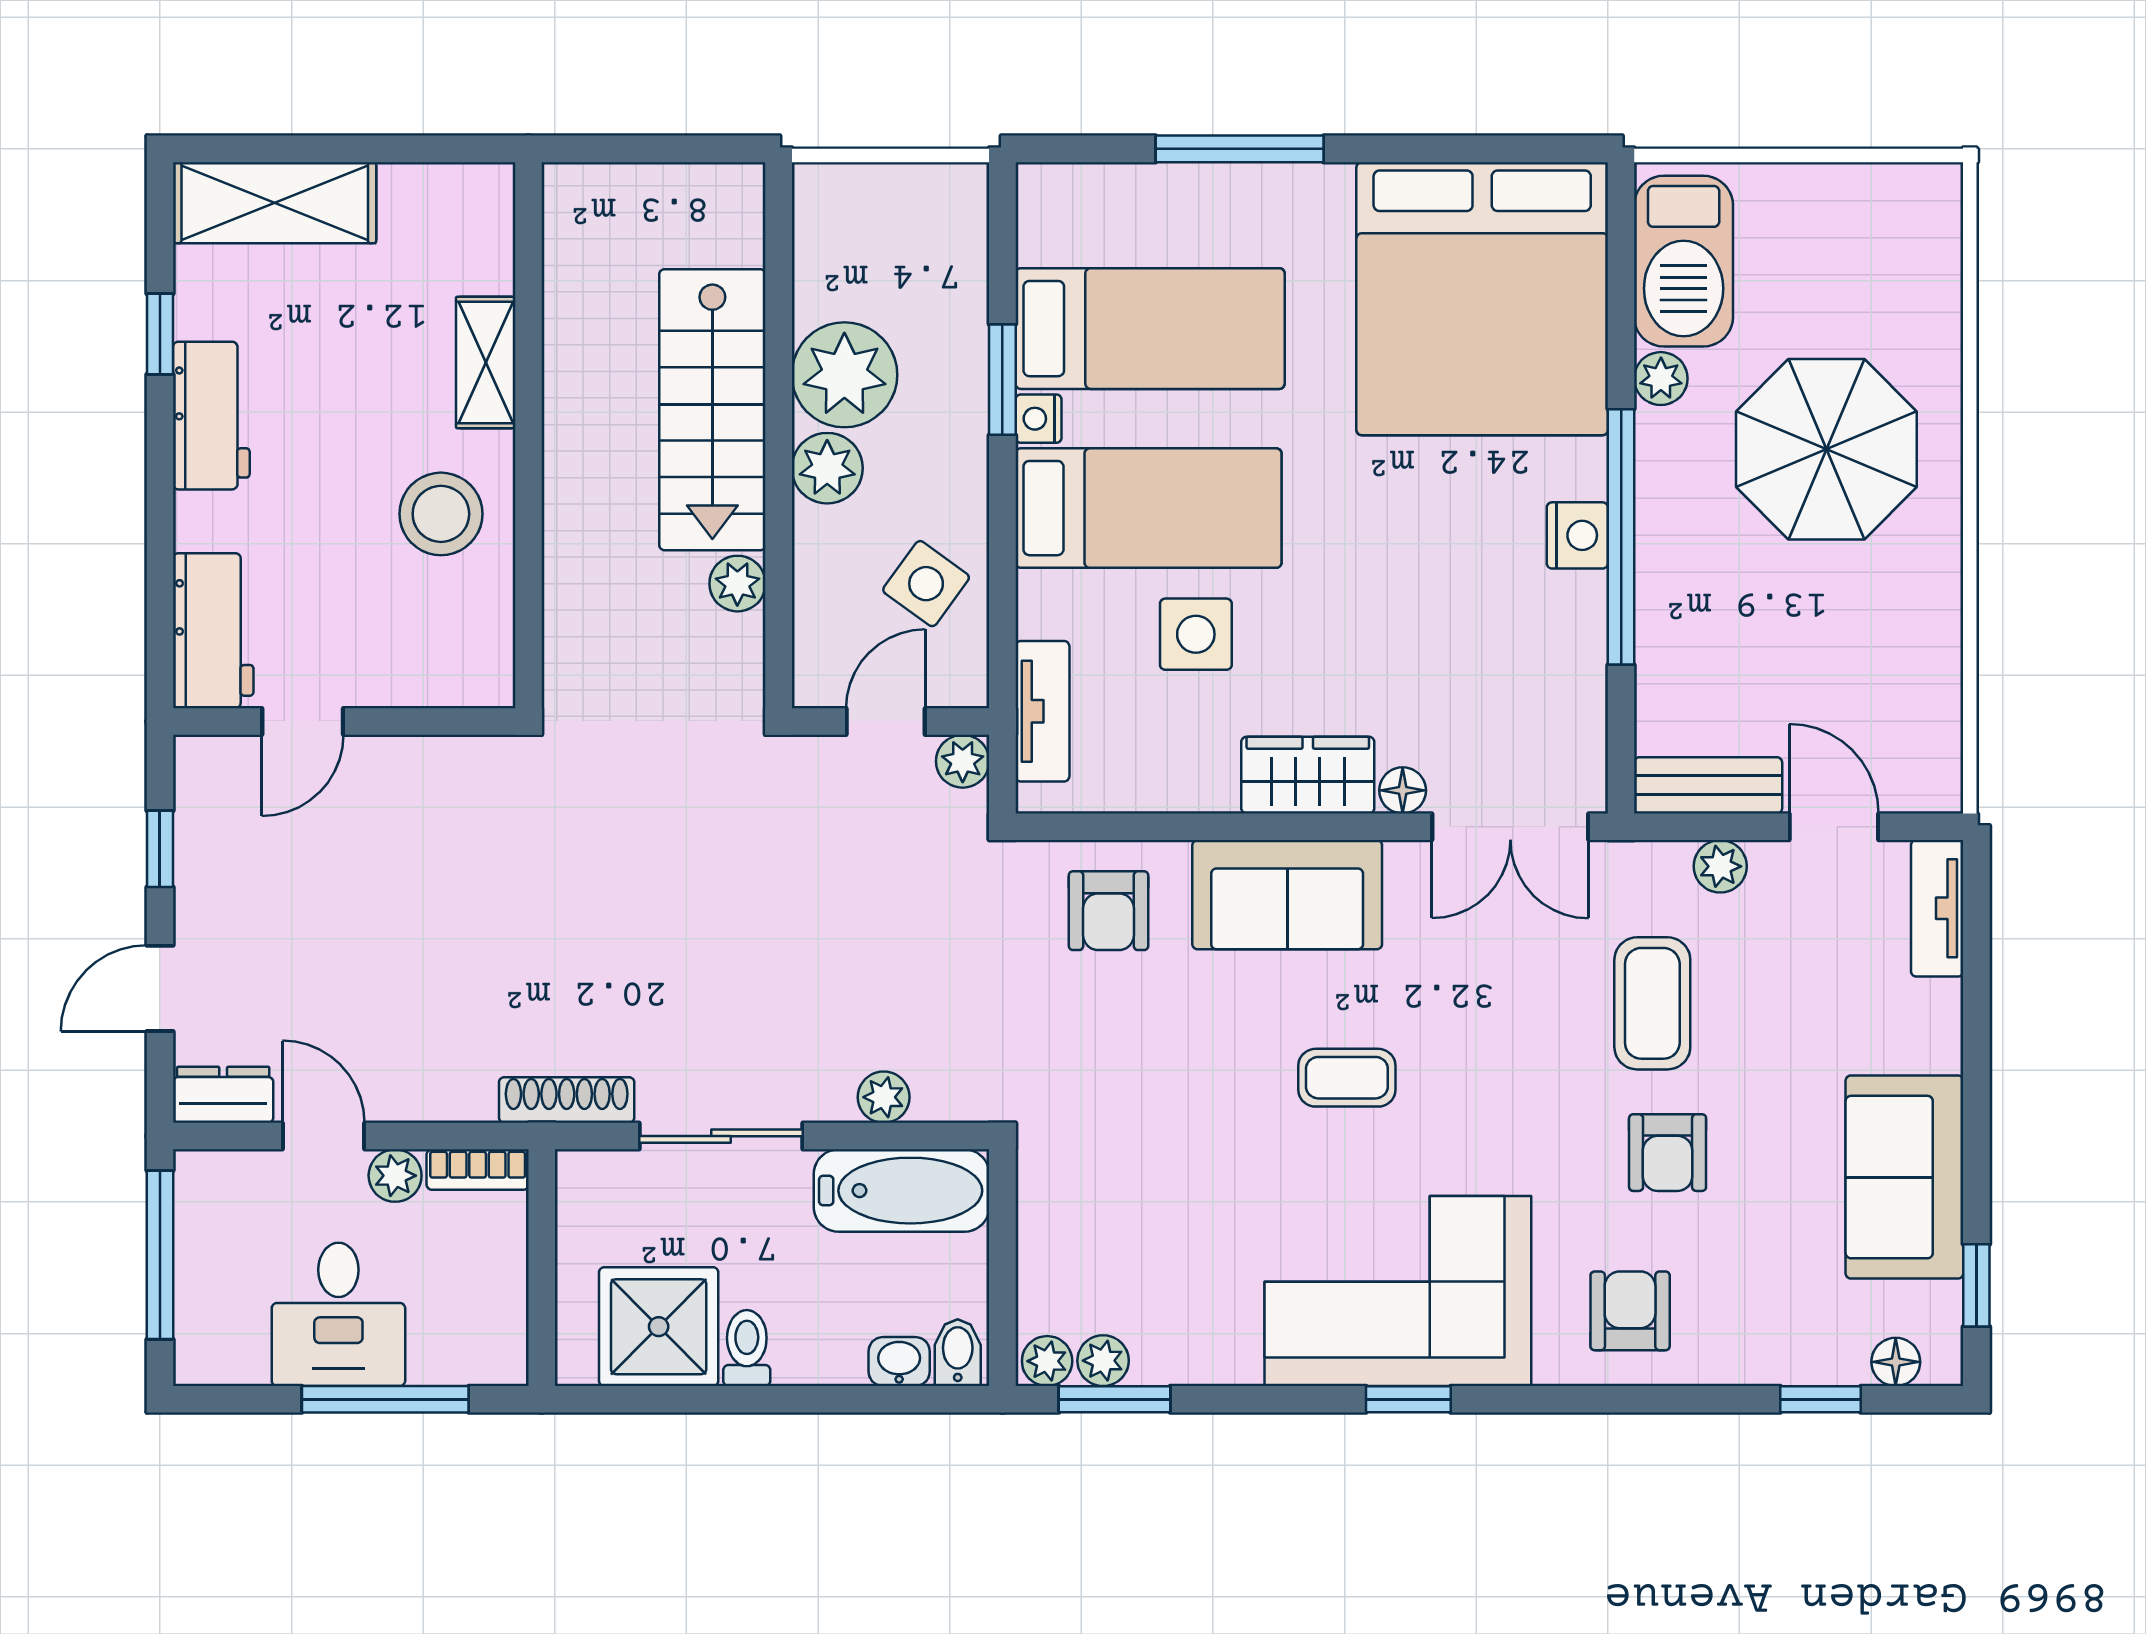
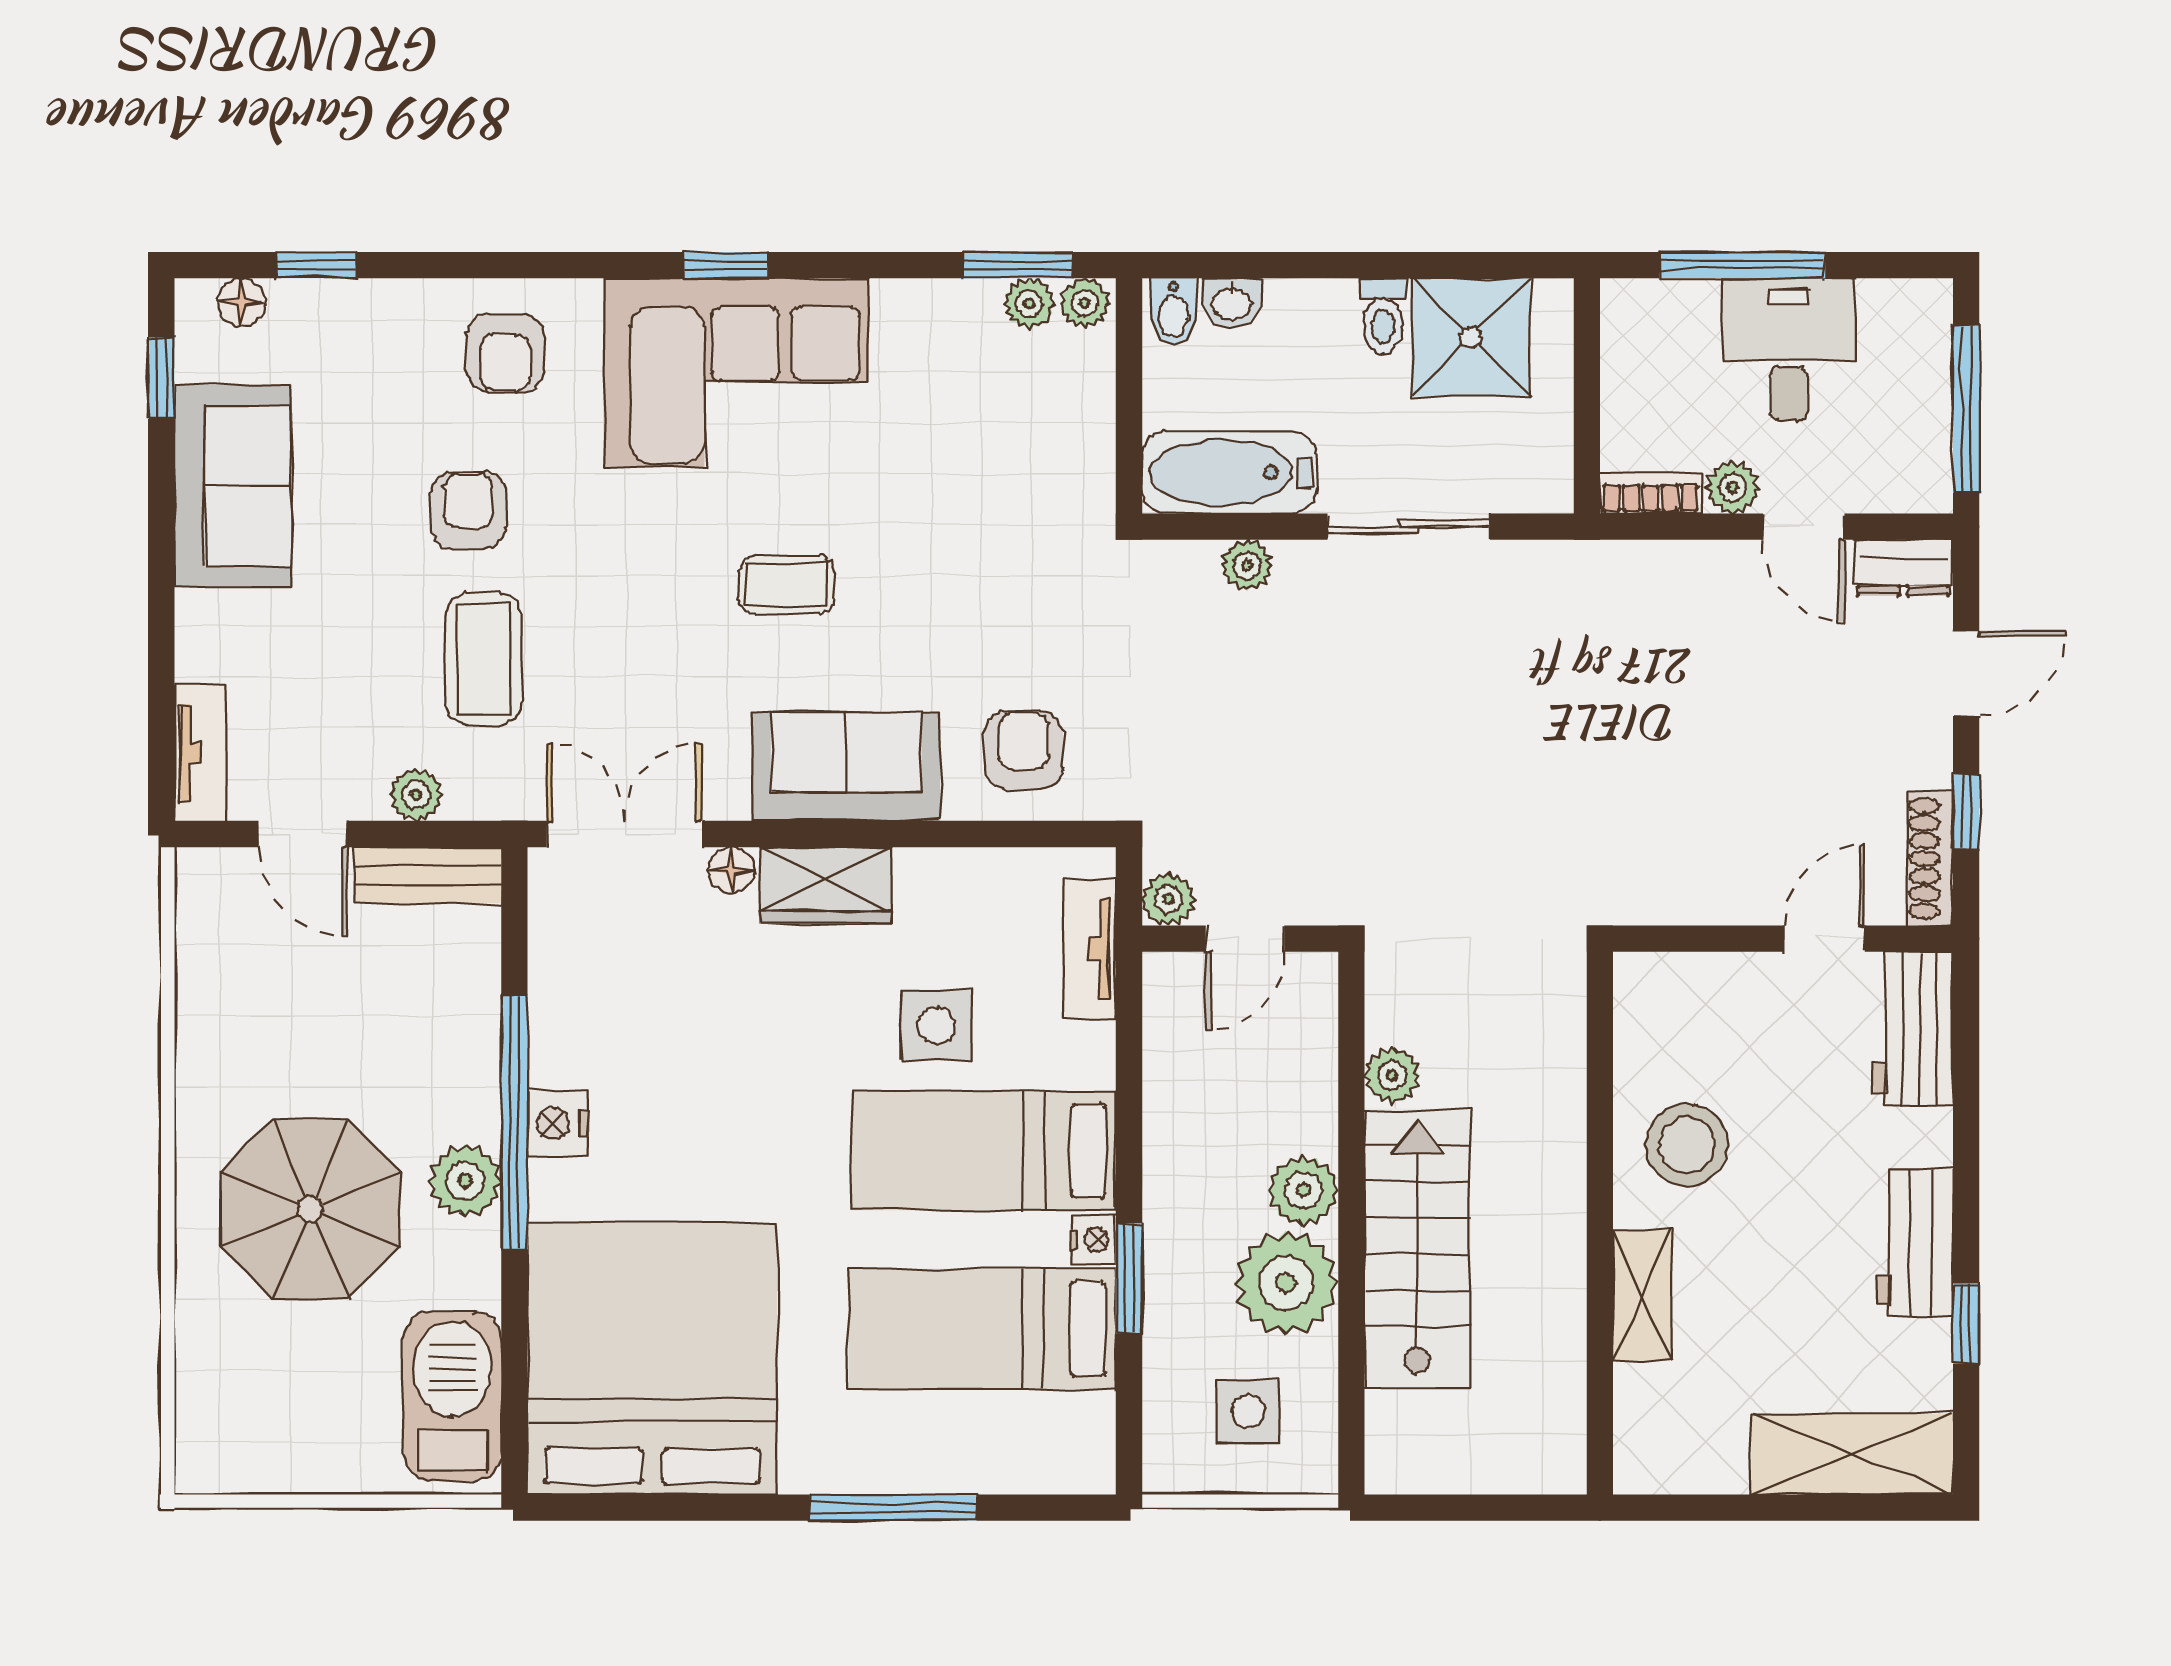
plant: (1661, 379) -> (465, 1181), moved, width x1.38, depth x1.38
side table: (926, 584) -> (1248, 1411), moved, turned -36
shoe rack: (567, 1100) -> (1930, 858), moved, turned 90

